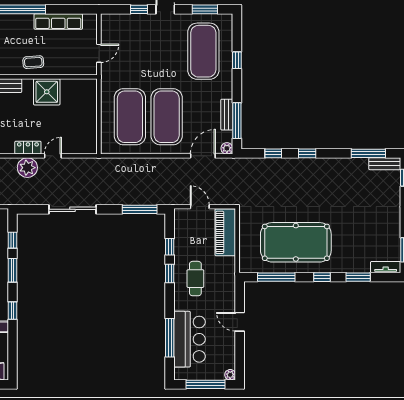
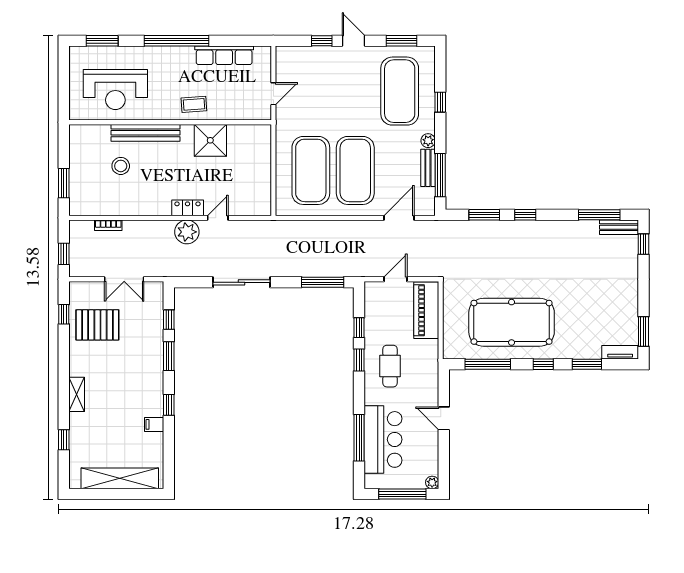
plant: (227, 148) -> (428, 141), moved
window: (273, 153) -> (484, 215), width x1.50
door: (200, 207) -> (395, 279), hinge flipped

